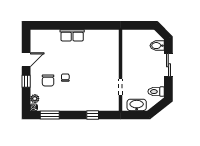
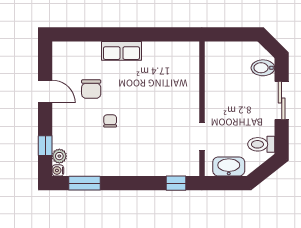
door: (26, 60) -> (45, 92), hinge flipped
chair: (48, 80) -> (91, 89), moved
window: (26, 81) -> (45, 146), moved
window: (93, 115) -> (176, 183), moved

